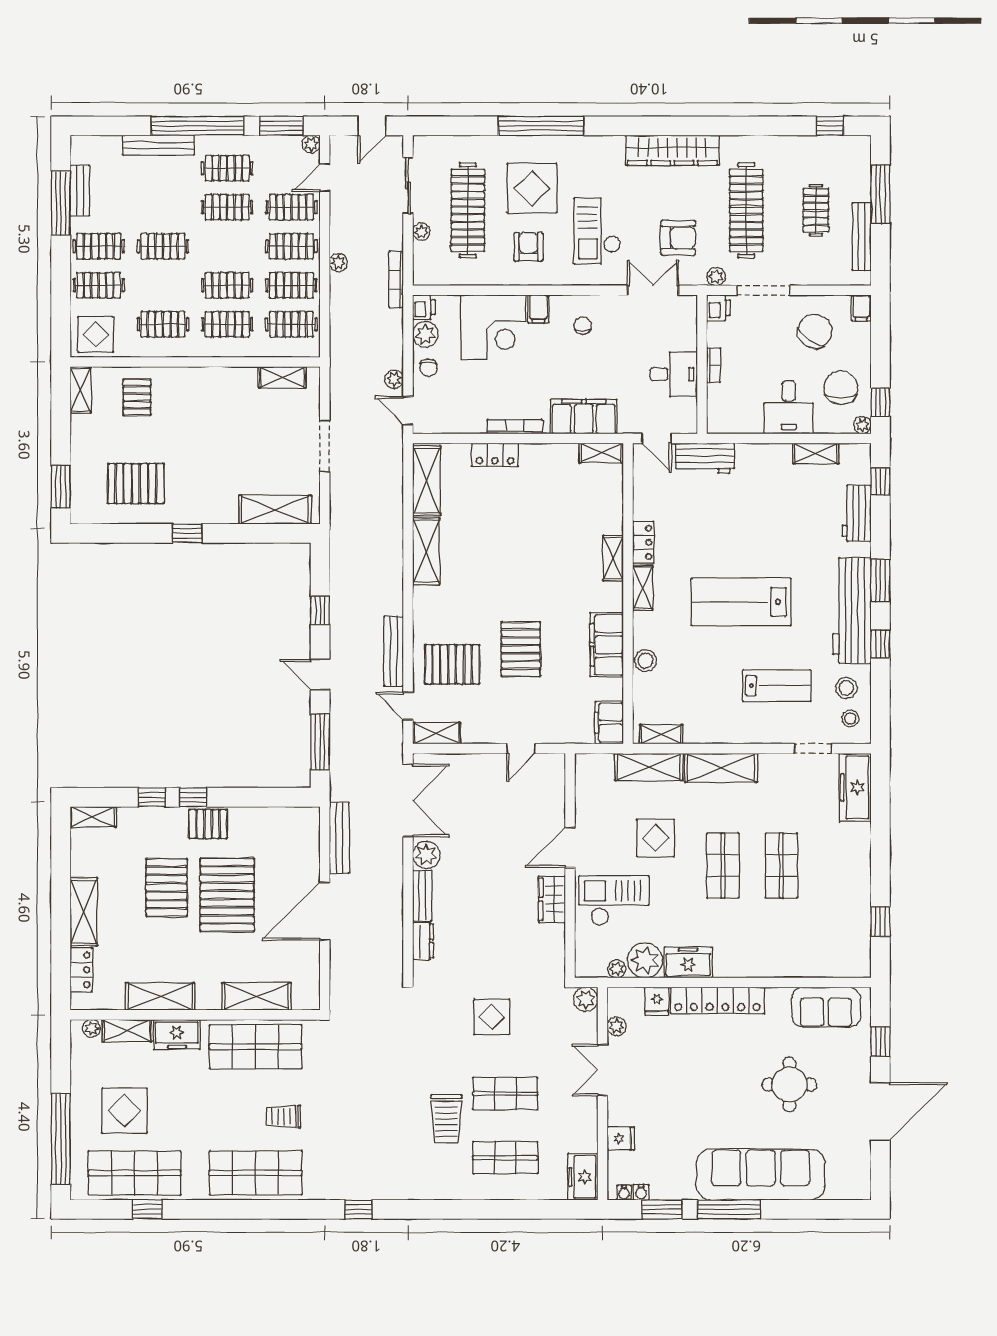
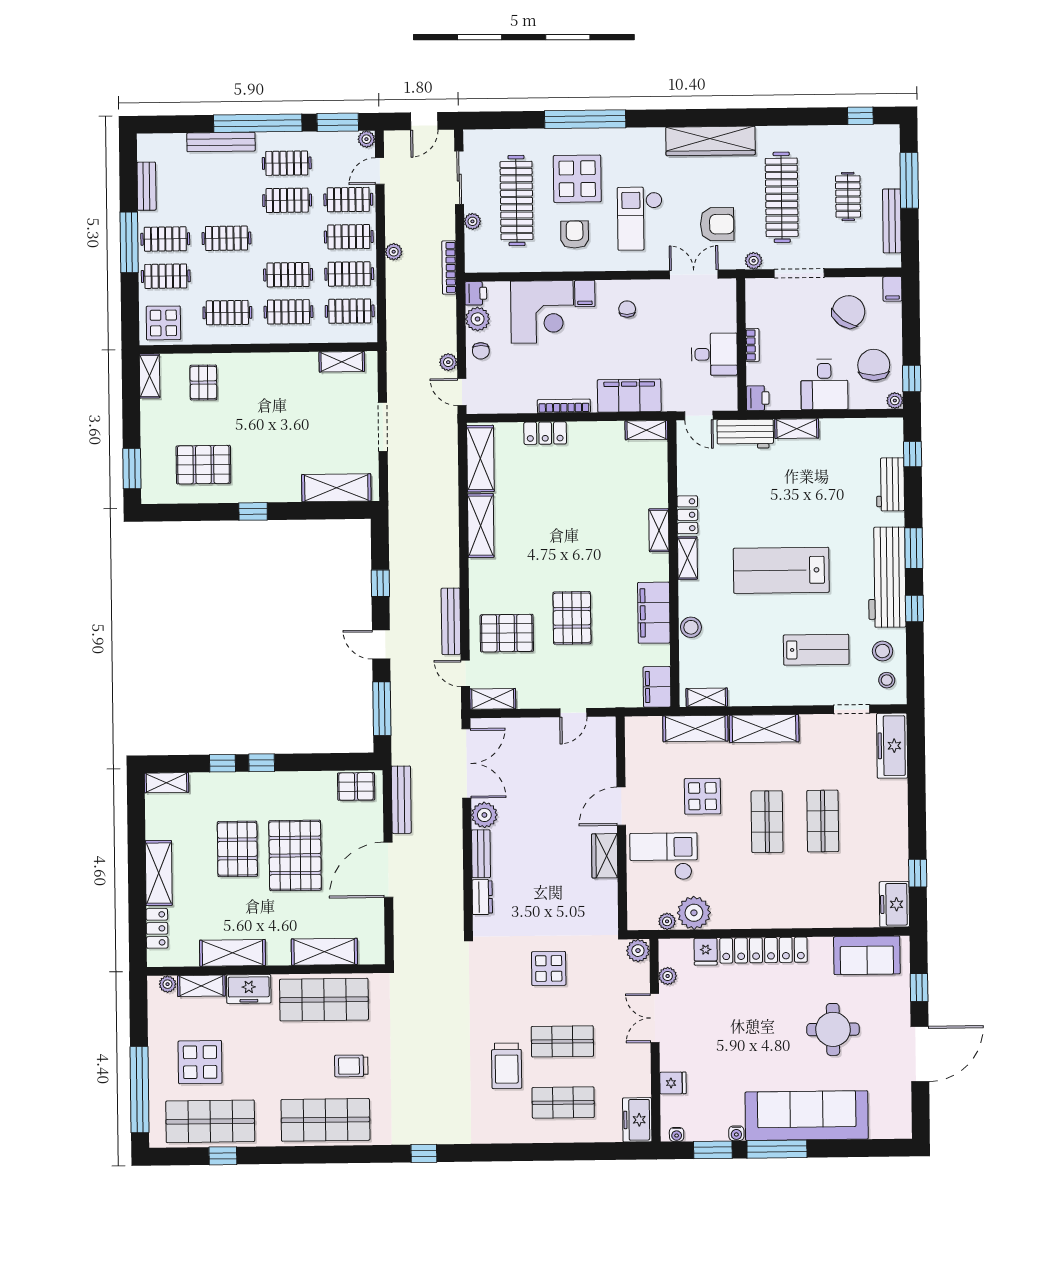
window: (61, 203) -> (129, 242), moved
printer: (718, 308) -> (758, 398), moved
shelving: (816, 453) -> (797, 429), moved
pallet: (208, 824) -> (356, 786), moved
freezer: (688, 962) -> (894, 904), moved, turned -90
water cooler: (641, 1192) -> (736, 1133), moved

